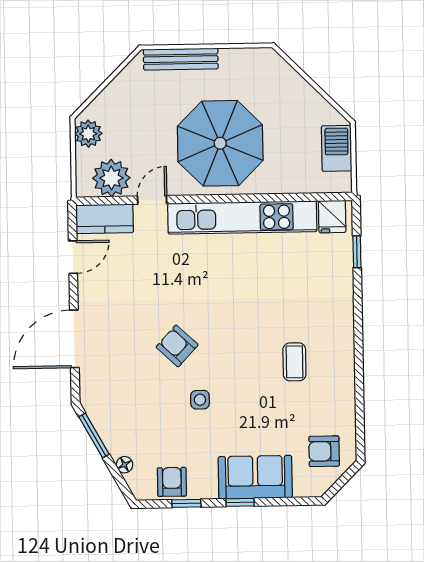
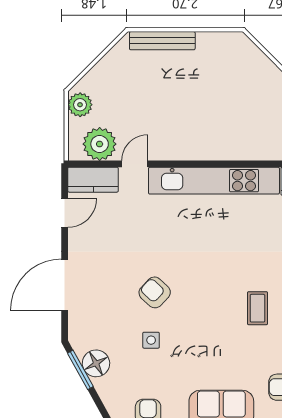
parasol: (220, 143) -> (196, 115), removed
side table: (200, 400) -> (151, 340), moved
floor lamp: (125, 465) -> (96, 363), moved, width x1.89, depth x1.89

